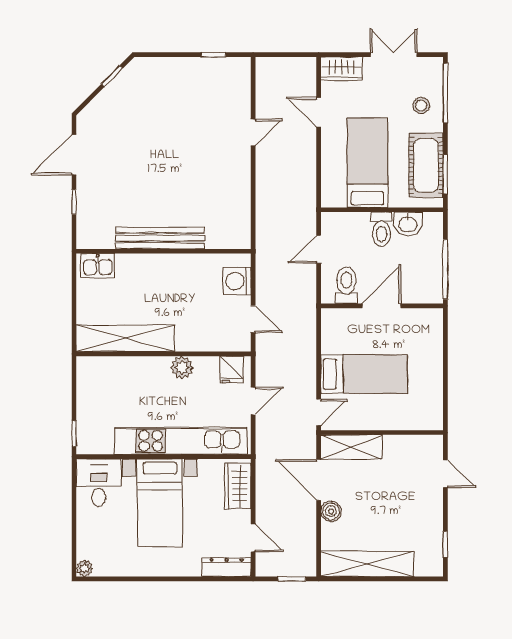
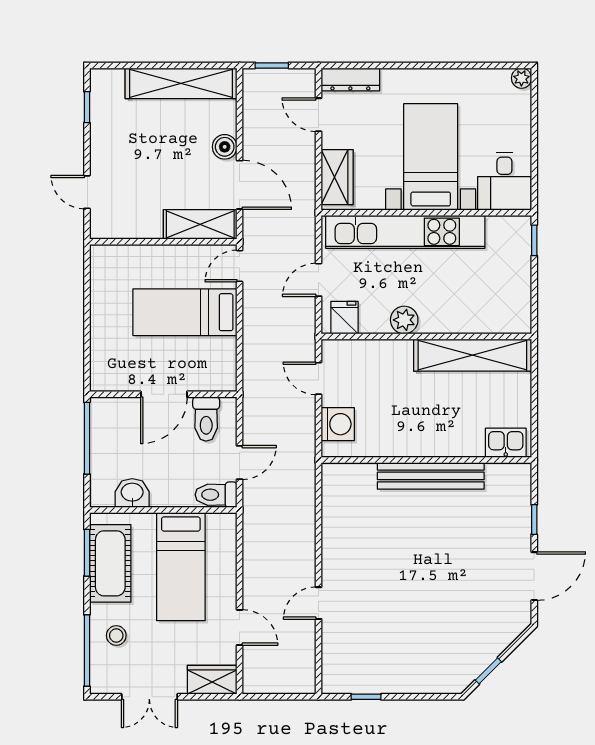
toilet: (381, 229) -> (216, 495), moved, turned -90

